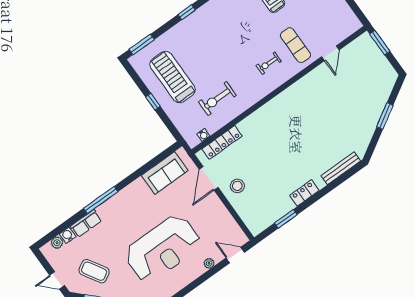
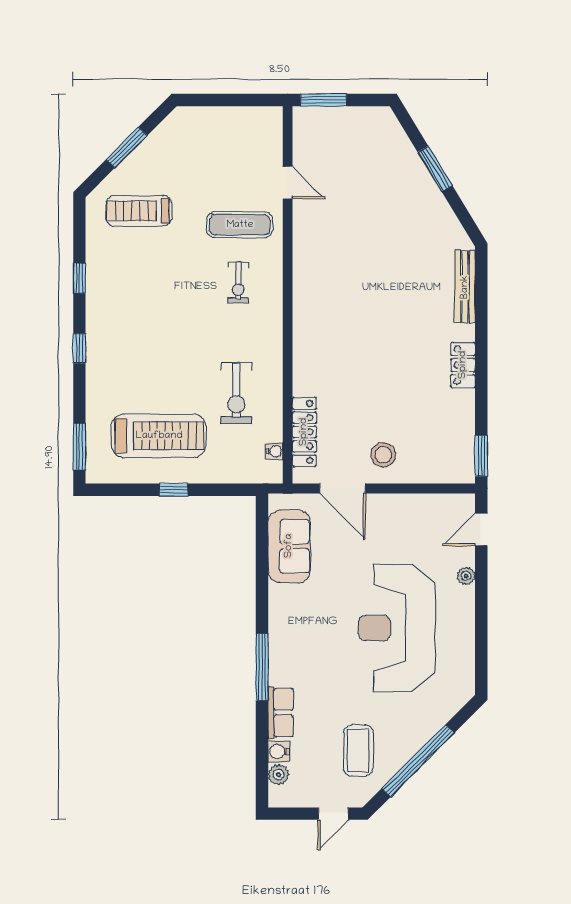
treadmill: (173, 77) -> (159, 436), turned 180
window: (286, 219) -> (481, 456), moved
reception desk: (163, 249) -> (397, 628), turned 180
coffee table: (94, 271) -> (358, 751), turned -59

